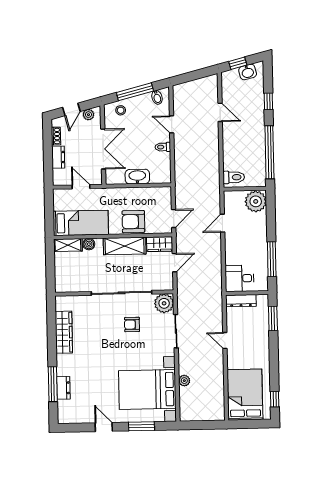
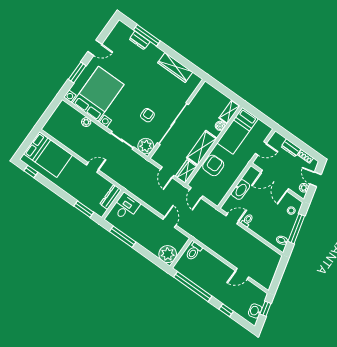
door: (172, 124) -> (232, 219), moved

